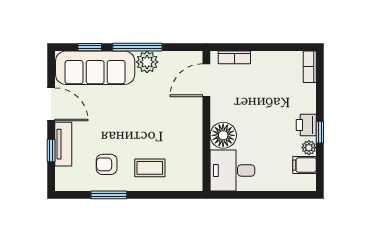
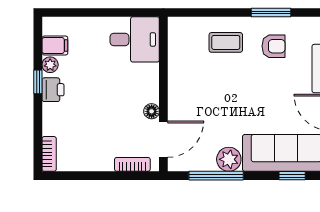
window: (137, 47) -> (216, 176), moved
floor lamp: (223, 135) -> (152, 111), moved, width x0.53, depth x0.53

